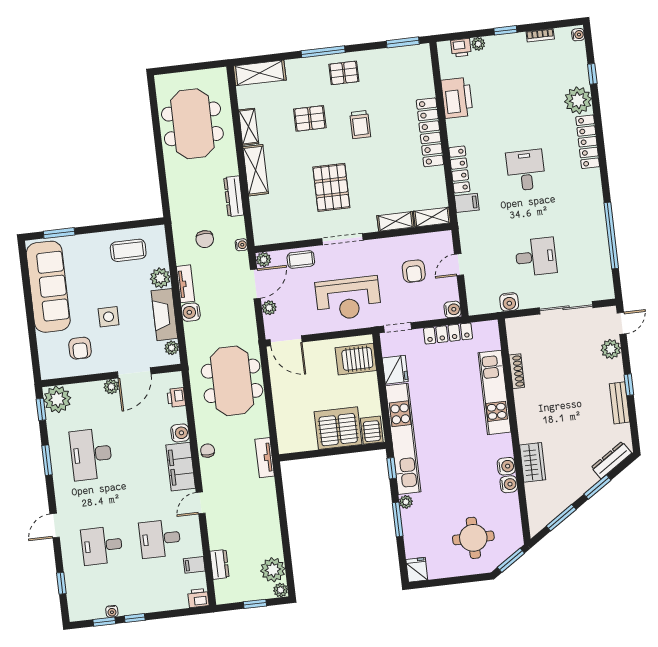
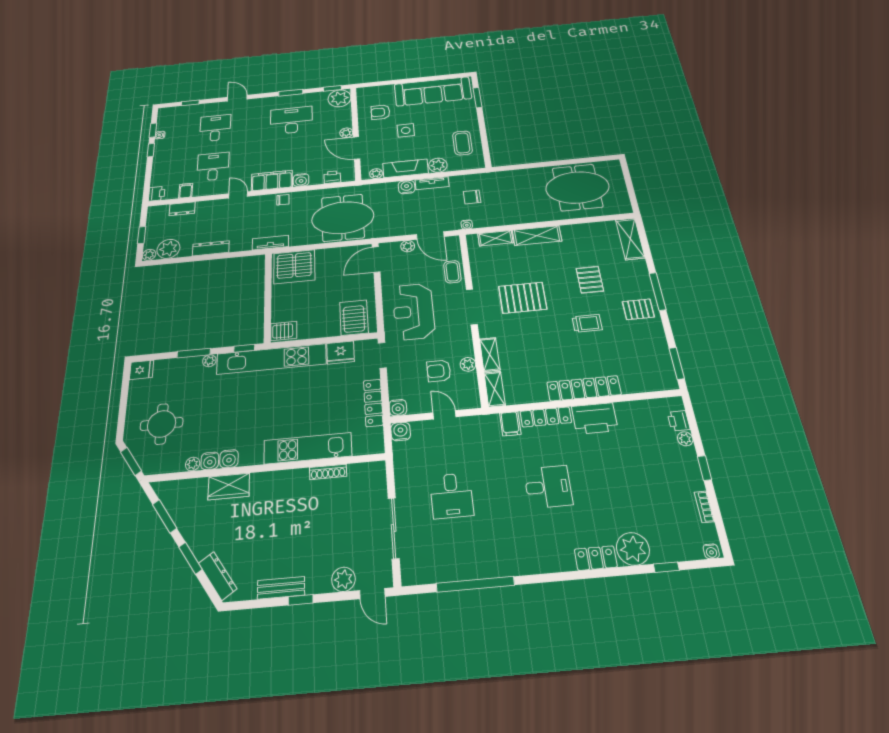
pallet: (344, 73) -> (638, 309), turned 90
printer: (457, 98) -> (595, 418), moved
trolley: (360, 125) -> (587, 323), turned 180
shelving: (249, 127) -> (495, 238), moved
locker: (588, 142) -> (596, 558), width x0.66
dresser: (234, 196) -> (211, 248), moved
plant: (264, 260) -> (468, 364), moved
water cooler: (509, 302) -> (401, 431), moved, turned 90
server rack: (338, 428) -> (294, 267), moved, turned 90
plant: (512, 500) -> (193, 464), added

